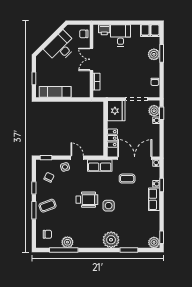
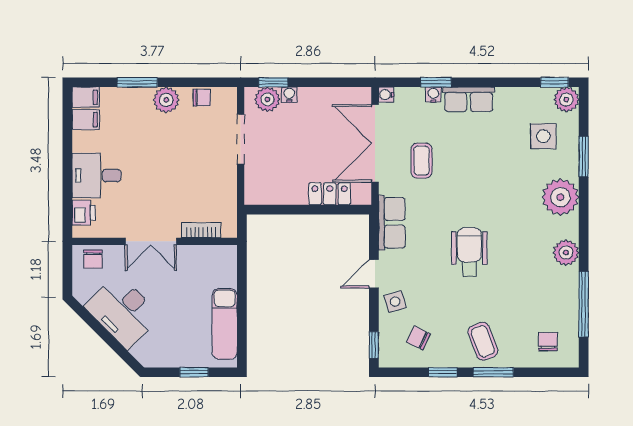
plant: (154, 54) -> (166, 100), moved
fridge: (116, 111) -> (267, 185), removed
side table: (109, 206) -> (543, 136), moved
plant: (67, 242) -> (566, 253), moved

